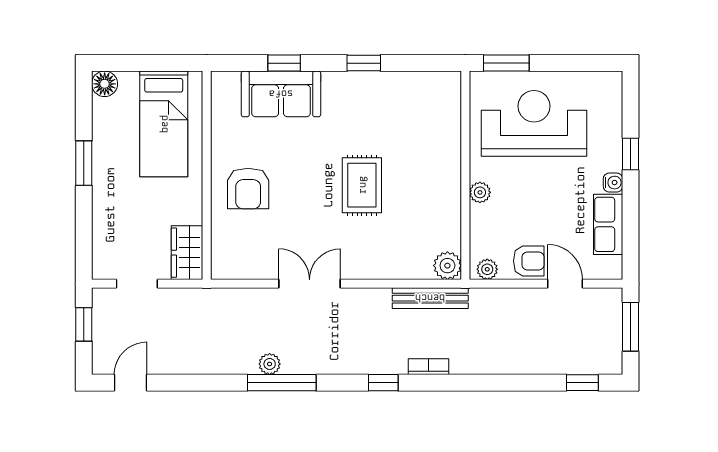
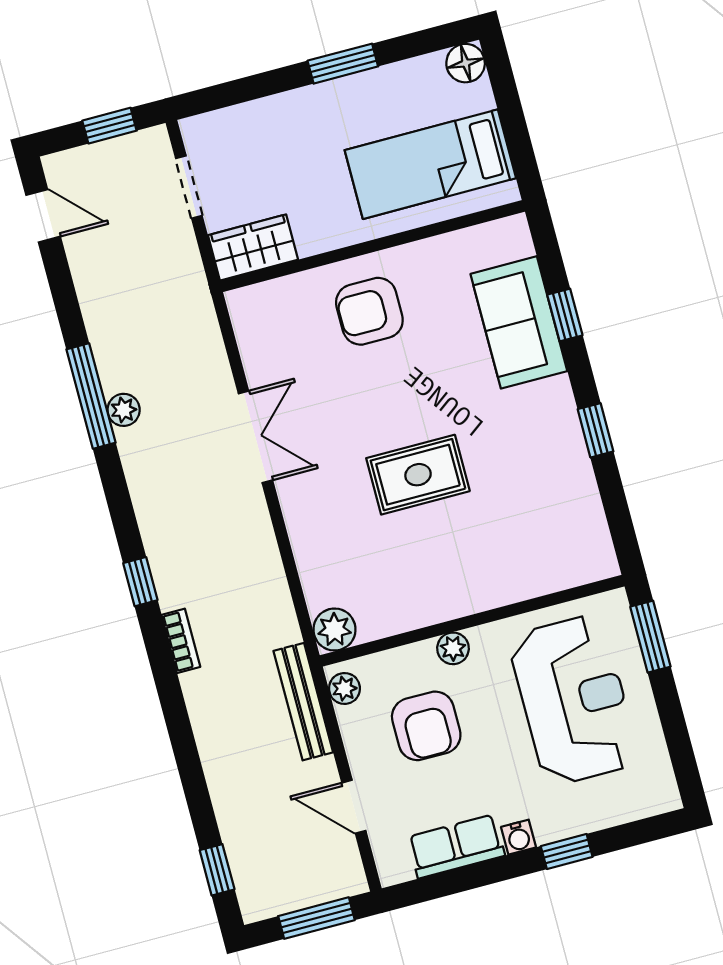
armchair: (529, 261) -> (426, 726), moved, width x1.38, depth x1.38
door: (565, 284) -> (354, 807), swing flipped
bench: (430, 298) -> (303, 702), moved
window: (282, 383) -> (91, 396), moved

